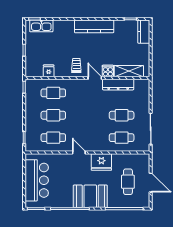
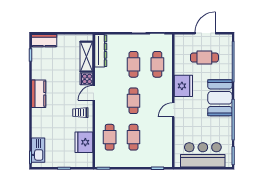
kitchen counter: (94, 26) -> (39, 94), width x0.67
fridge: (49, 71) -> (84, 142), width x1.88, depth x1.34
dresser: (118, 85) -> (101, 51), moved
cafe table: (53, 138) -> (133, 101), moved

